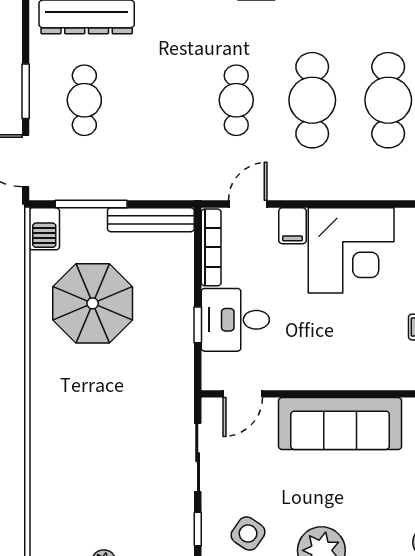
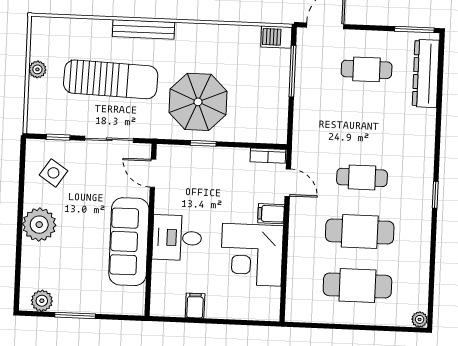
window: (26, 91) -> (414, 30), moved
bench: (151, 220) -> (143, 29), moved, turned 90
bookcase: (211, 247) -> (268, 156), width x0.64
parasol: (93, 303) -> (198, 102), moved
desk: (235, 320) -> (177, 238), moved, turned -90
sun lounger: (113, 459) -> (111, 79), added

